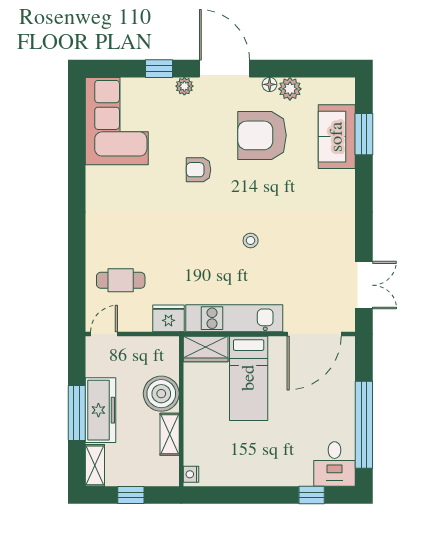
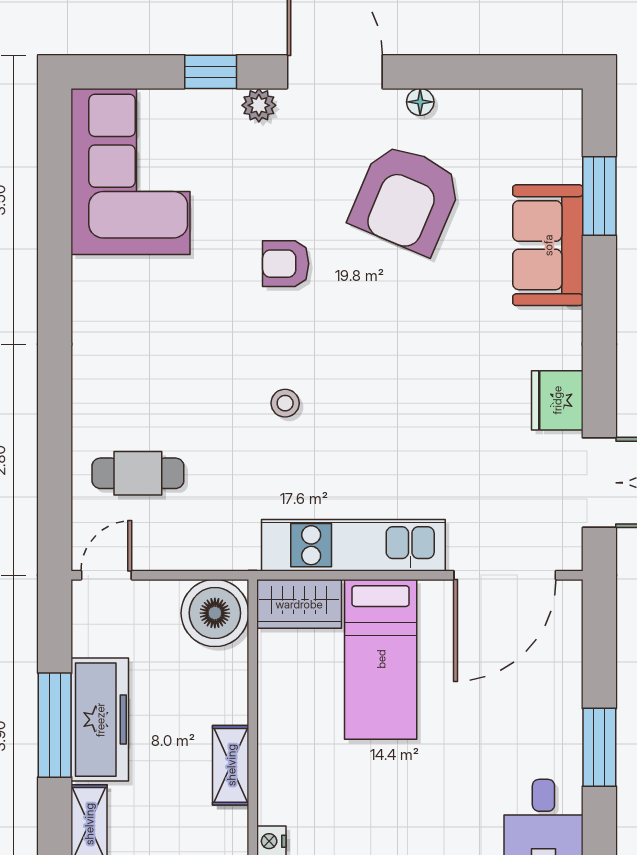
plant: (290, 89) -> (459, 110), removed
armchair: (262, 135) -> (406, 199), turned -67
sofa: (337, 137) -> (548, 245), moved
stool: (251, 240) -> (285, 403), moved
fridge: (168, 318) -> (557, 400), moved, turned -90
boiler: (161, 394) -> (215, 613), moved
window: (364, 425) -> (599, 747), width x0.47

